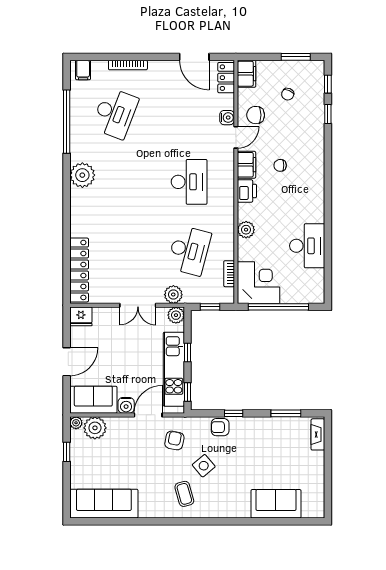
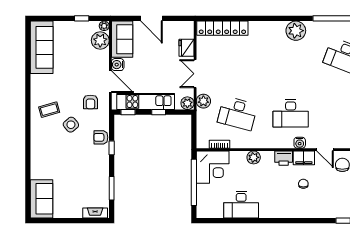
water cooler: (227, 118) -> (300, 143), moved
window: (210, 307) -> (194, 130), removed
fridge: (81, 316) -> (186, 48), moved
armchair: (220, 427) -> (101, 137), turned -90
armchair: (174, 440) -> (90, 102), turned 79
sofa: (276, 504) -> (41, 199), moved

